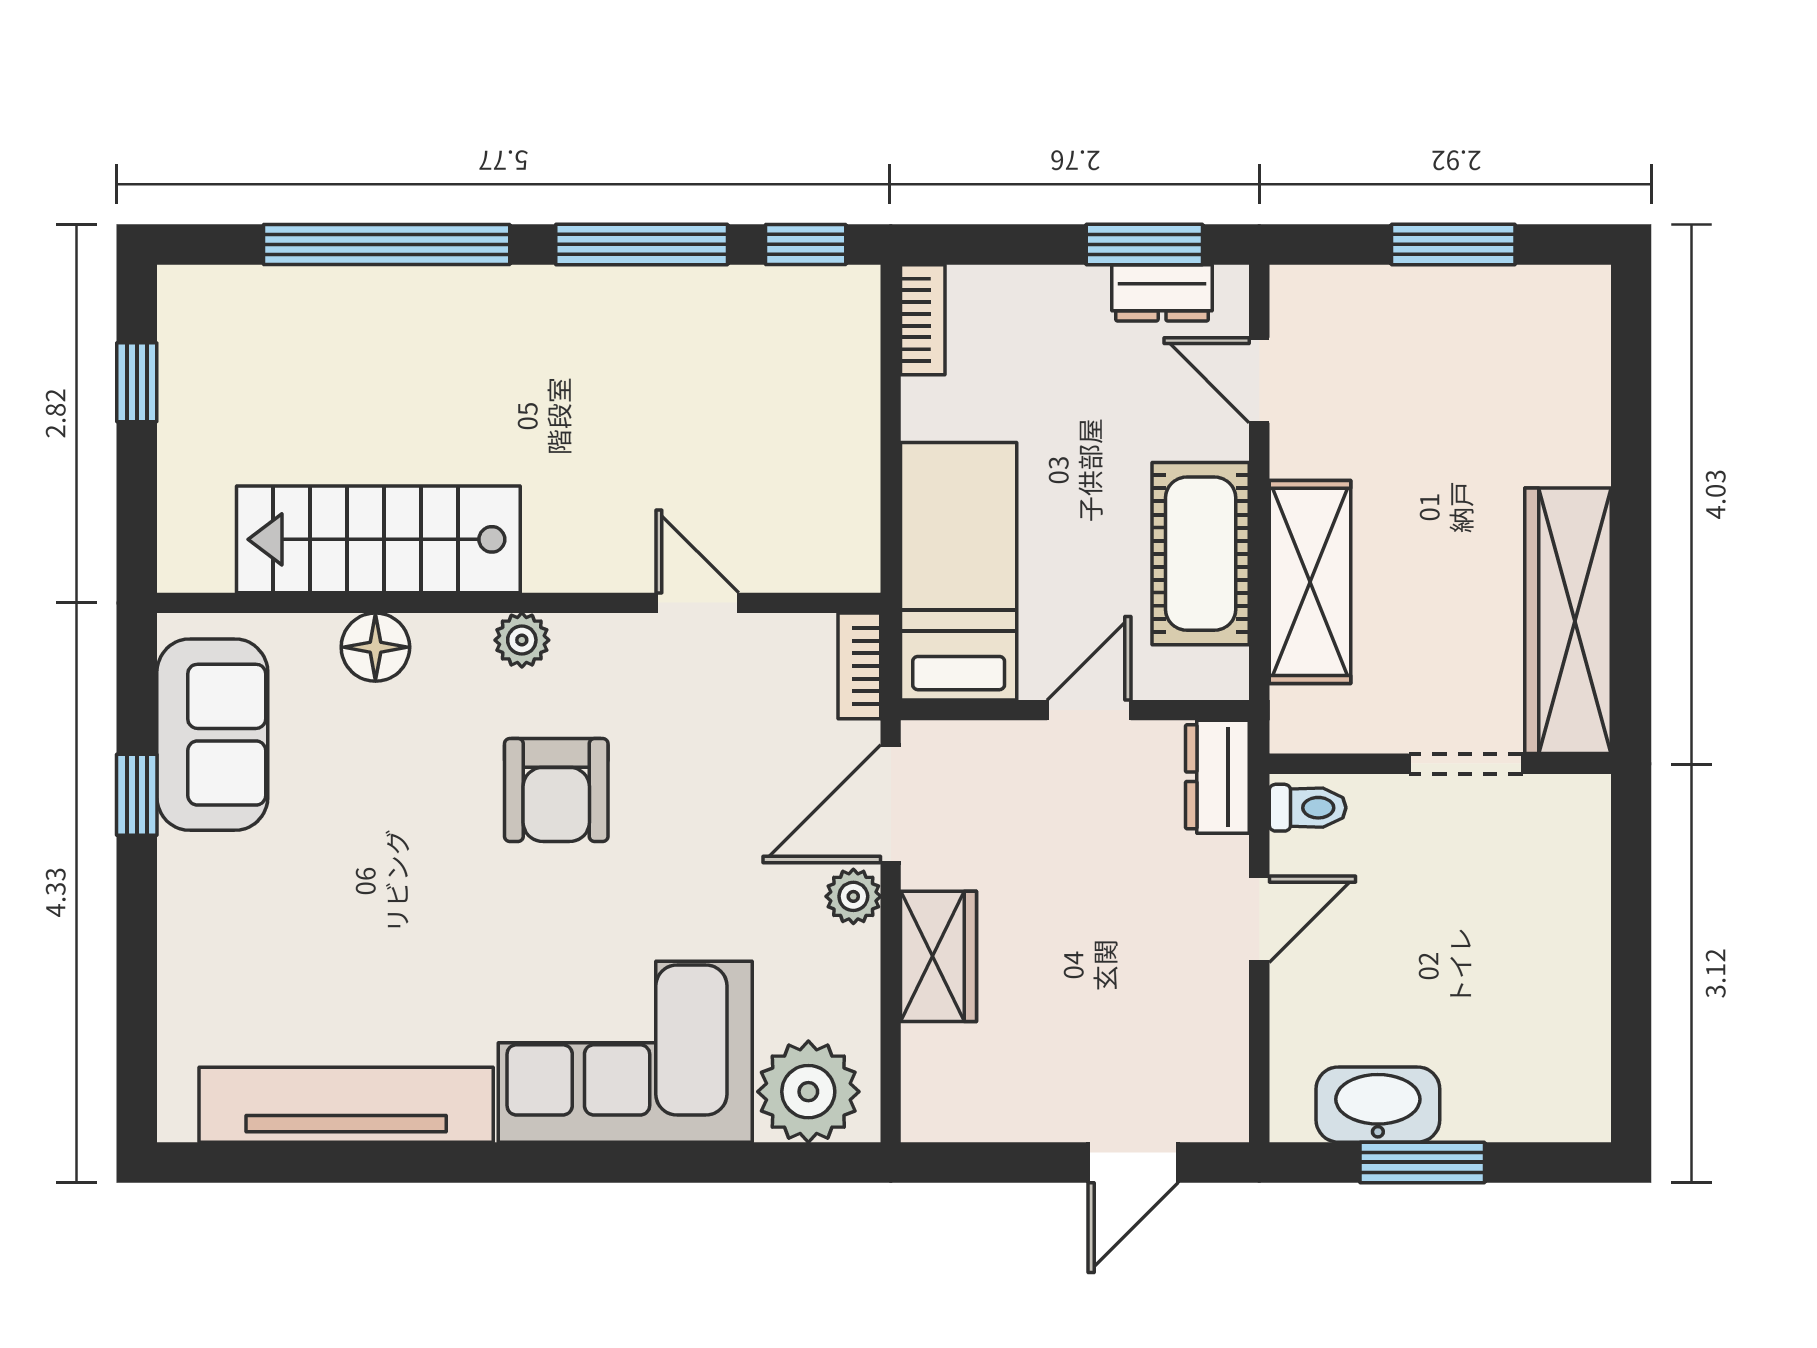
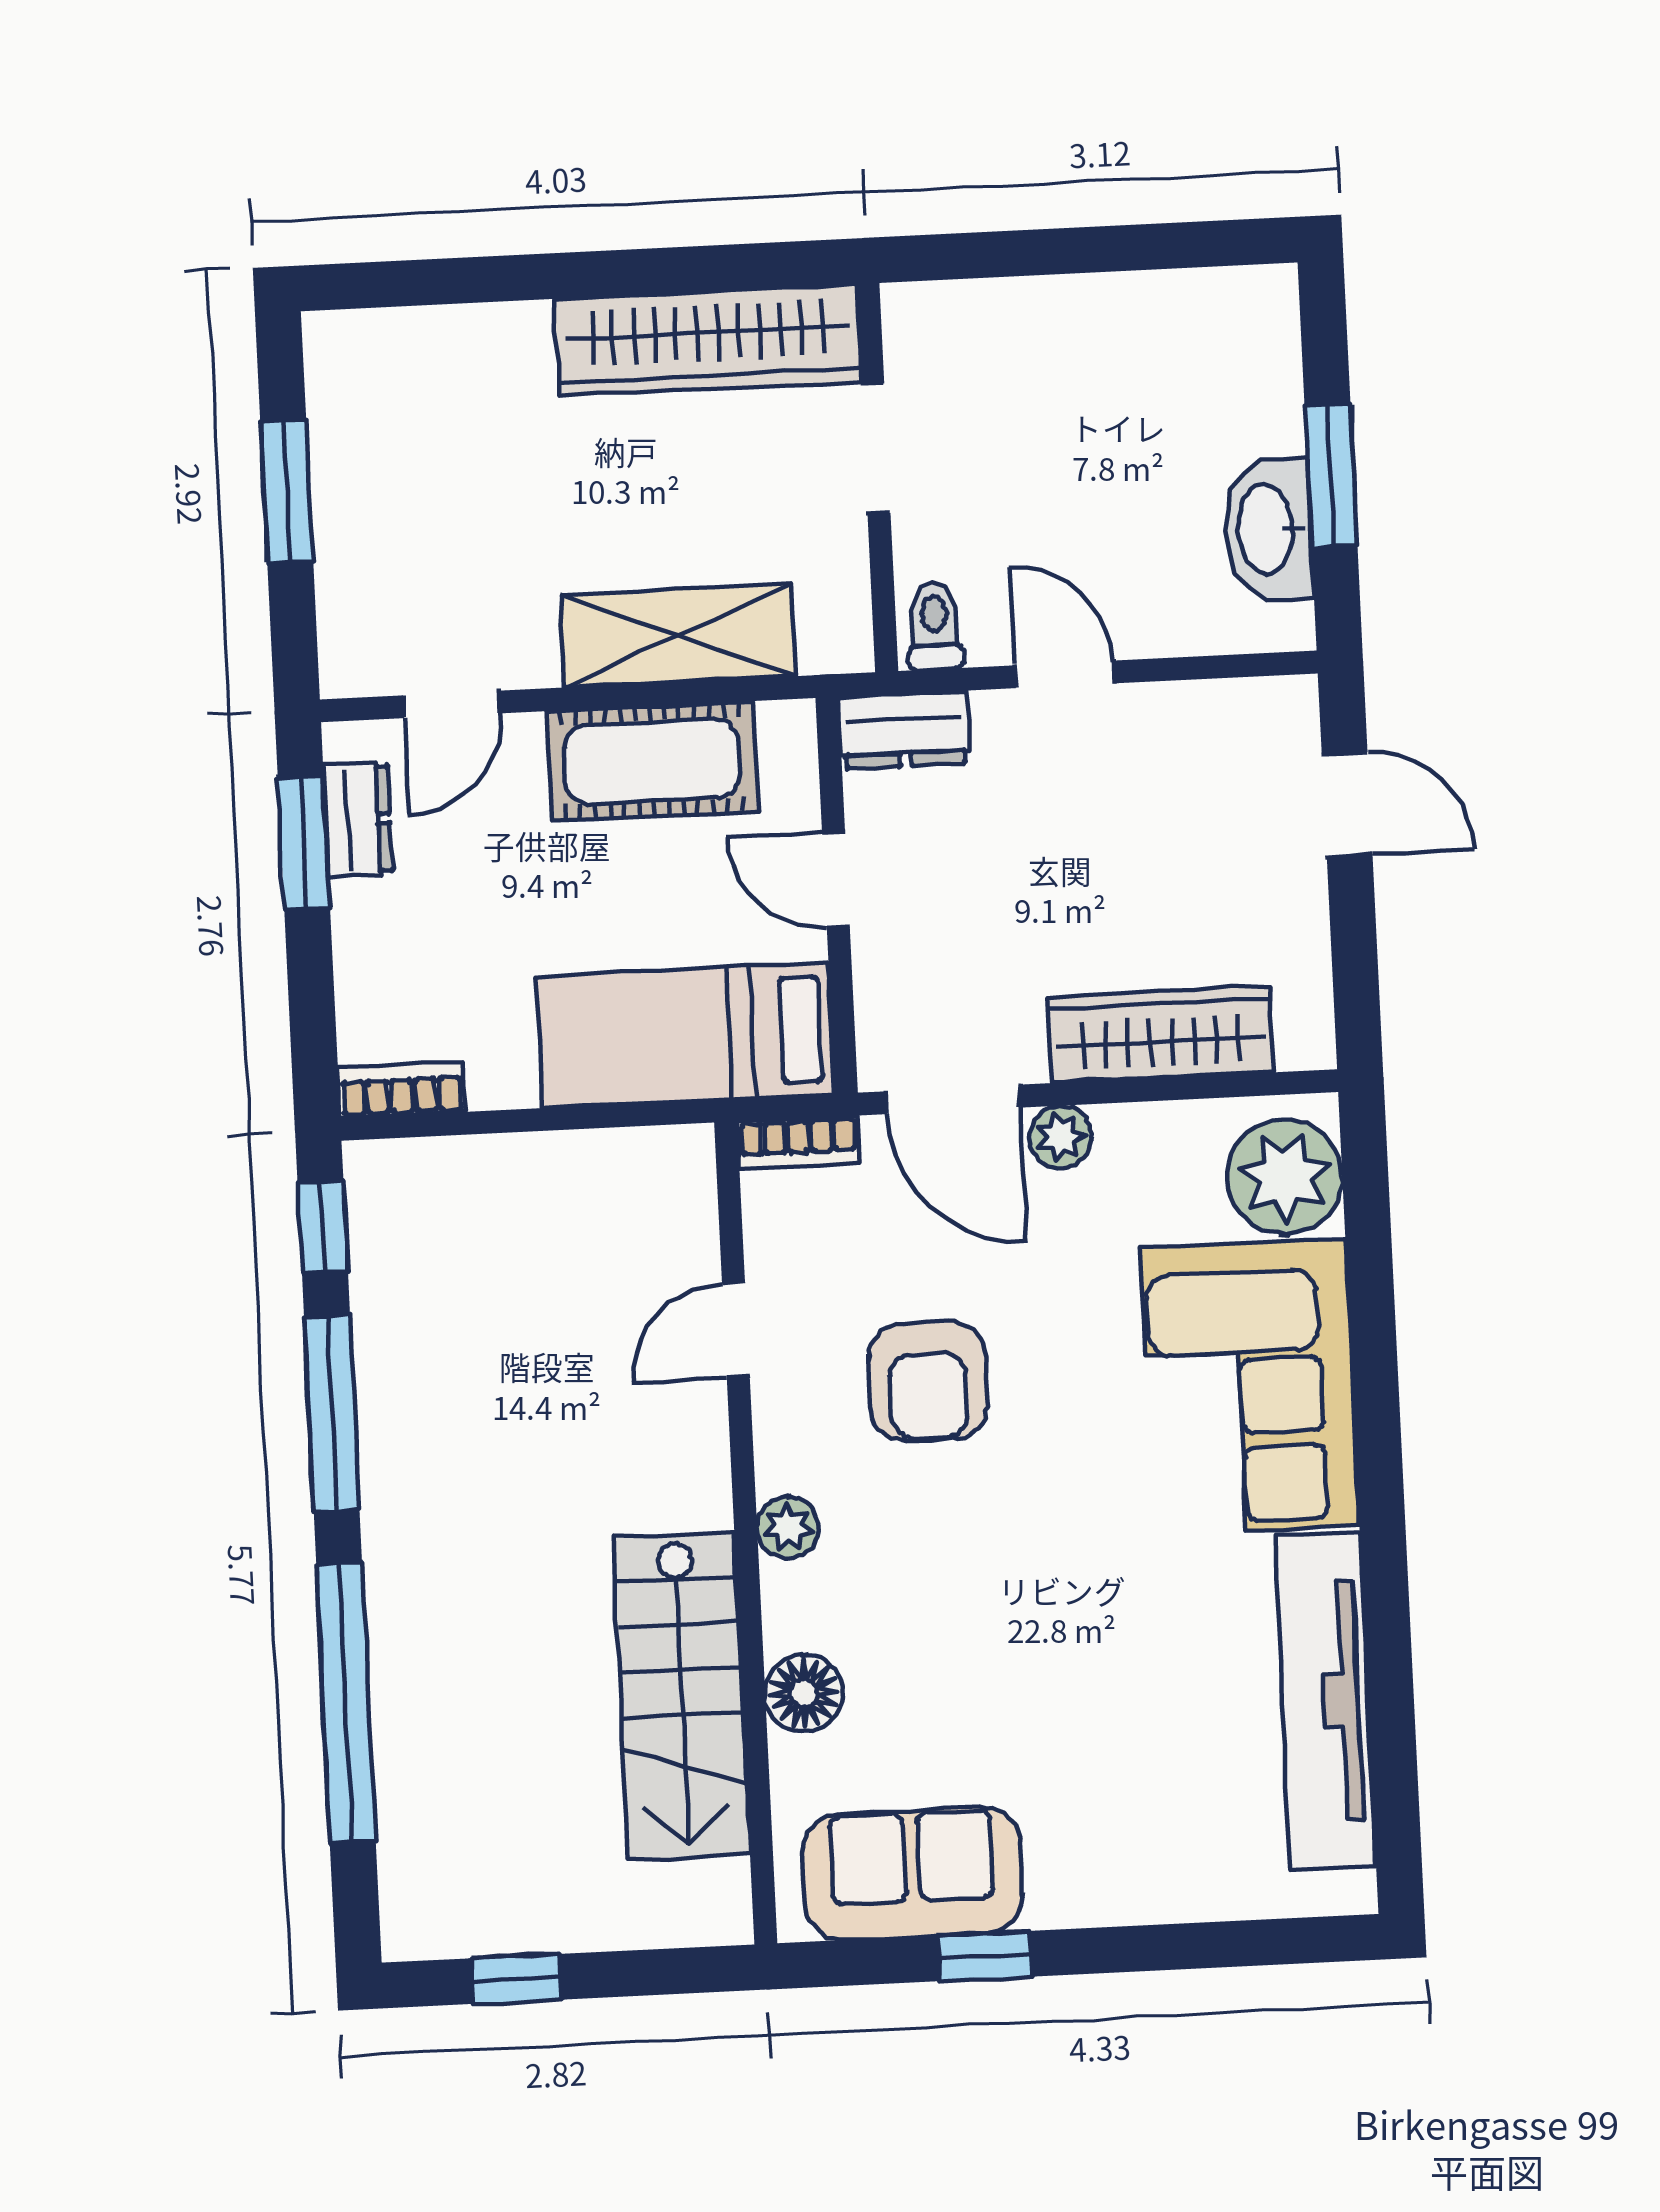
armchair: (556, 790) -> (928, 1381), moved, turned 90
wardrobe: (939, 956) -> (1161, 1035), width x1.50

